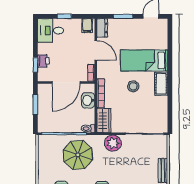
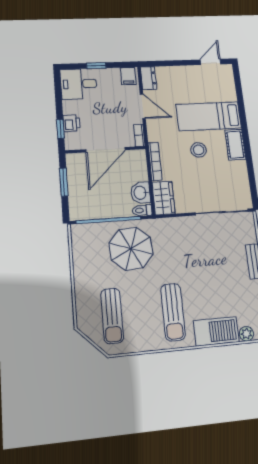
window: (123, 16) -> (174, 63), removed
washbasin: (88, 100) -> (141, 193), moved
plant: (113, 143) -> (179, 228), removed

